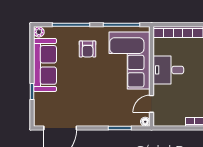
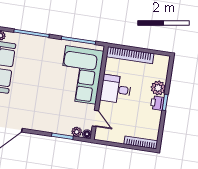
armchair: (88, 49) -> (43, 58), removed
door: (152, 104) -> (95, 118), swing flipped
plant: (134, 121) -> (77, 132), added

